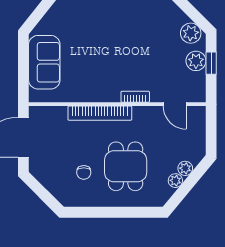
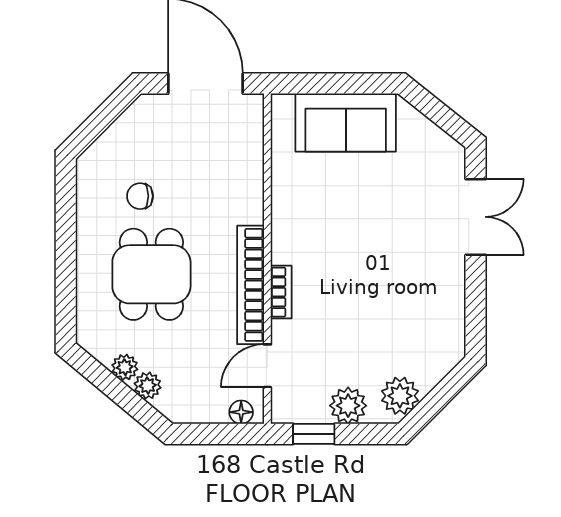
window: (211, 63) -> (314, 434), moved
bookcase: (100, 113) -> (251, 285), moved
floor lamp: (199, 118) -> (241, 412), added
dining table: (126, 166) -> (151, 274), turned 90

